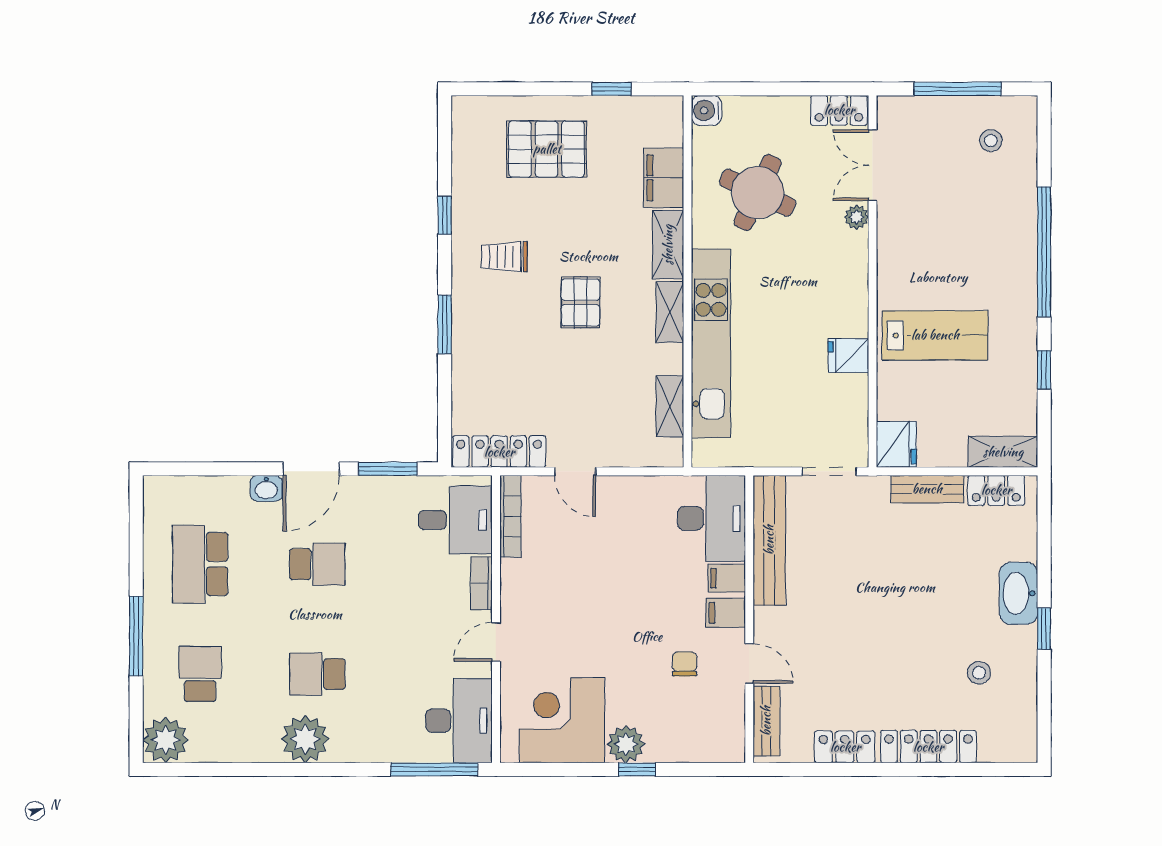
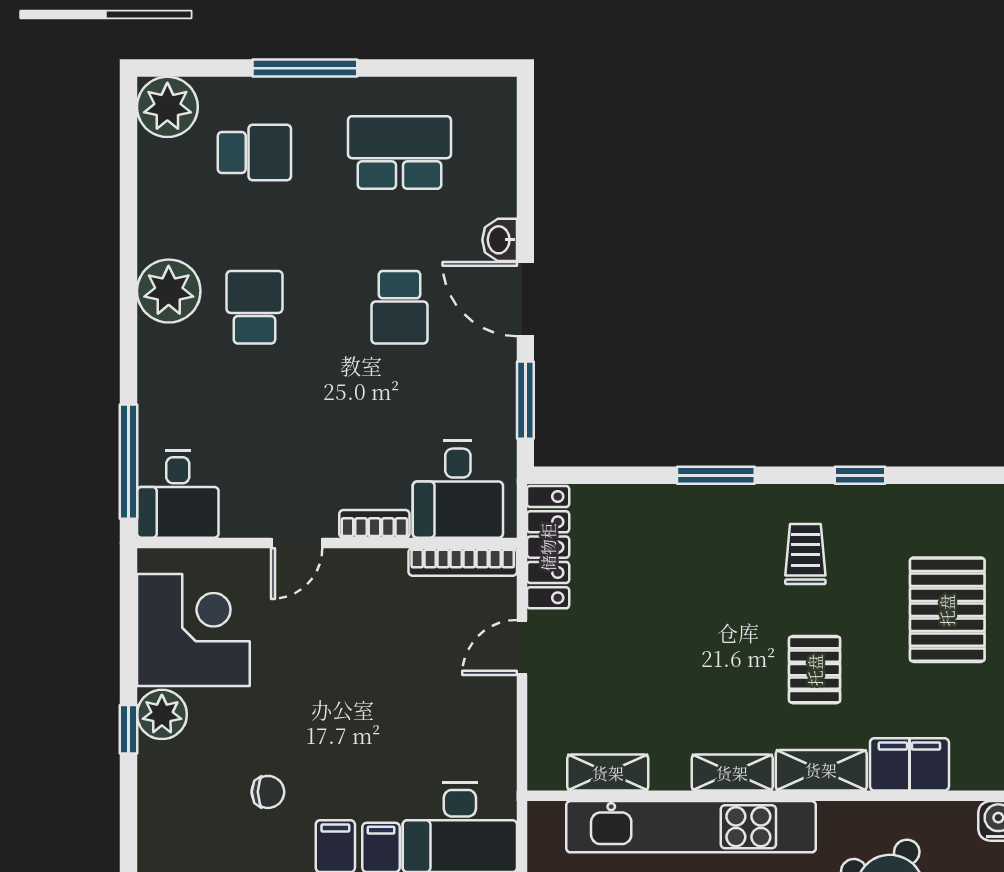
pallet: (581, 302) -> (815, 670), moved, turned 90
door: (496, 642) -> (297, 543), swing flipped
desk: (459, 721) -> (178, 494), width x0.73

